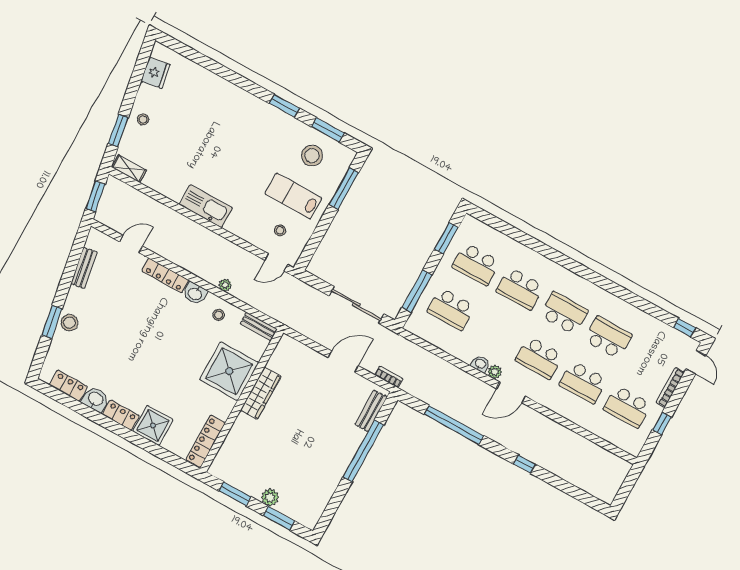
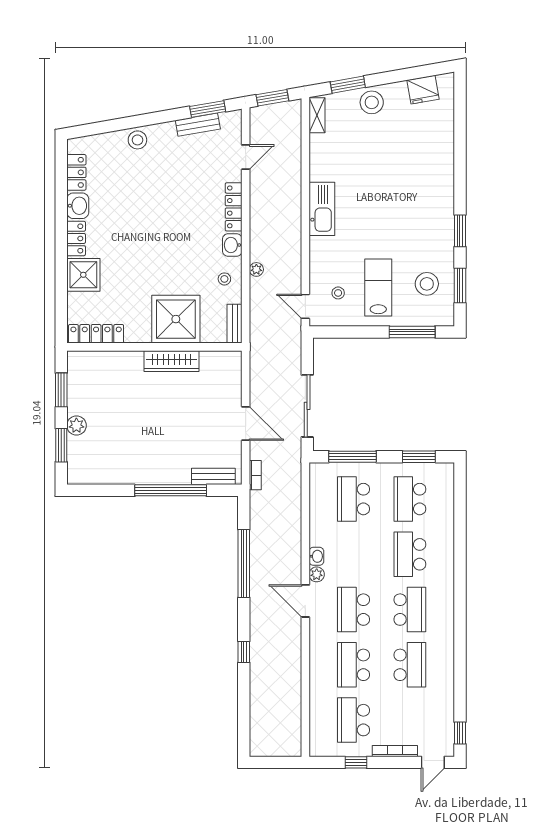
stool: (143, 119) -> (372, 102), width x1.89, depth x1.89
door: (131, 244) -> (246, 157), hinge flipped
window: (52, 322) -> (208, 109), moved

